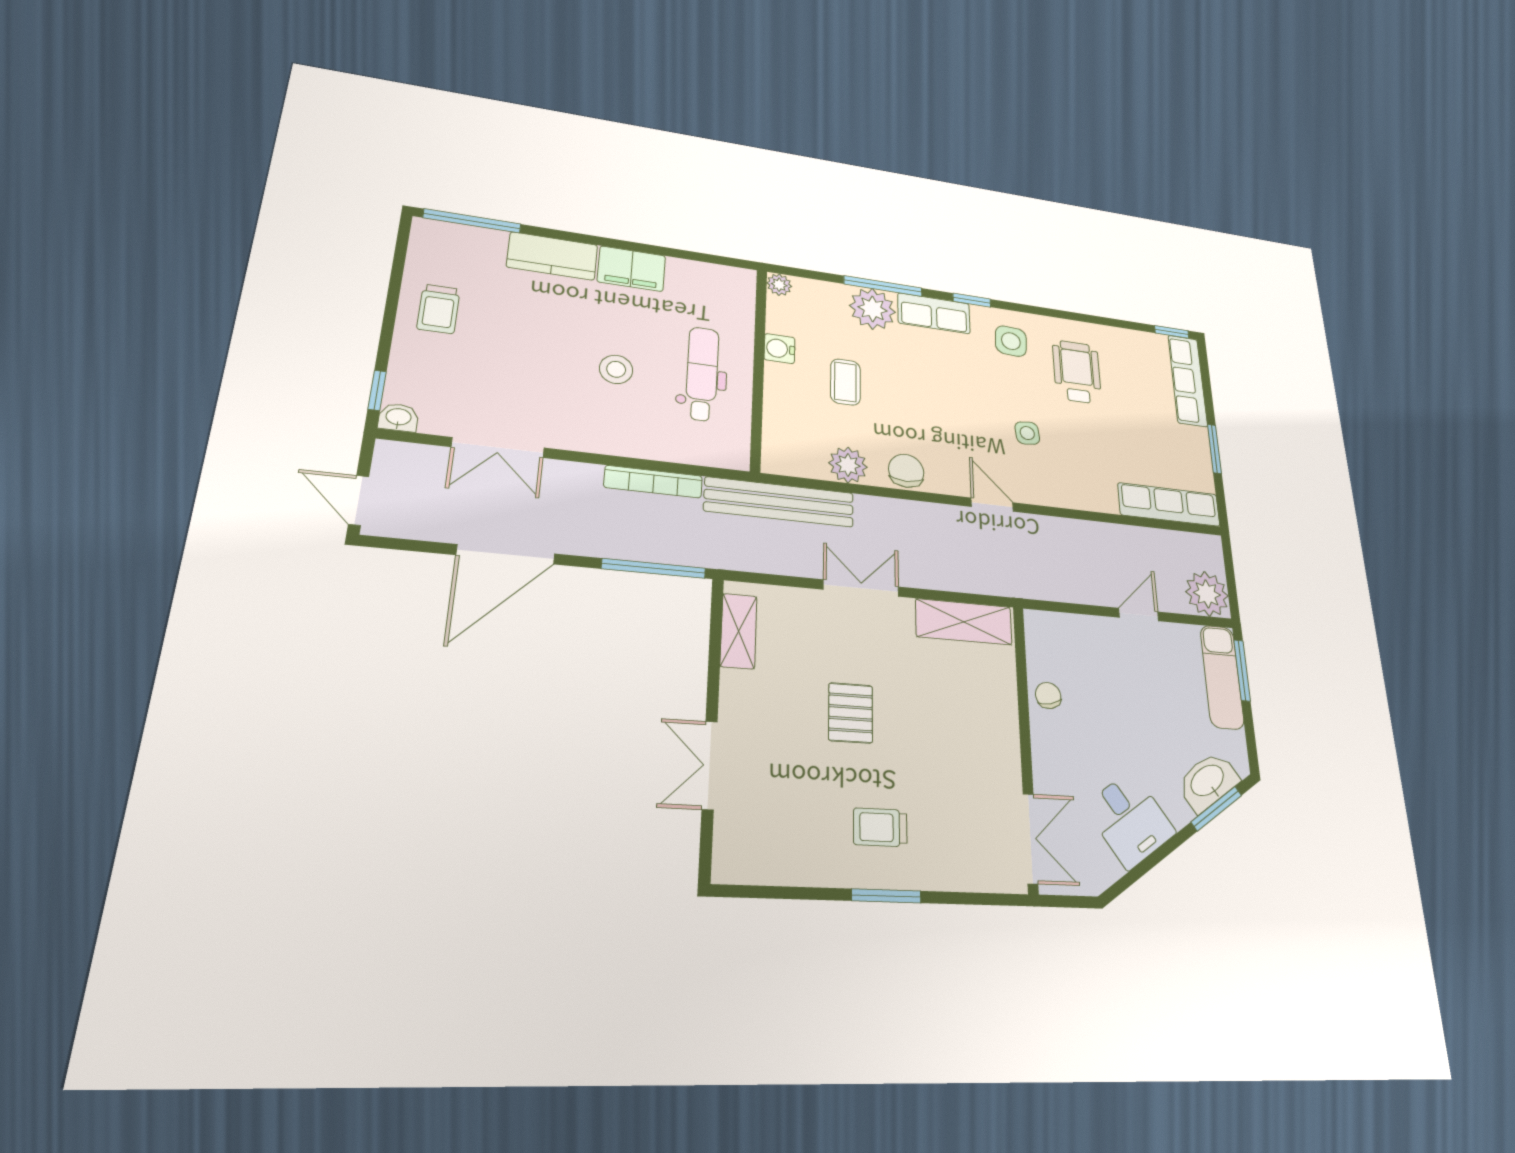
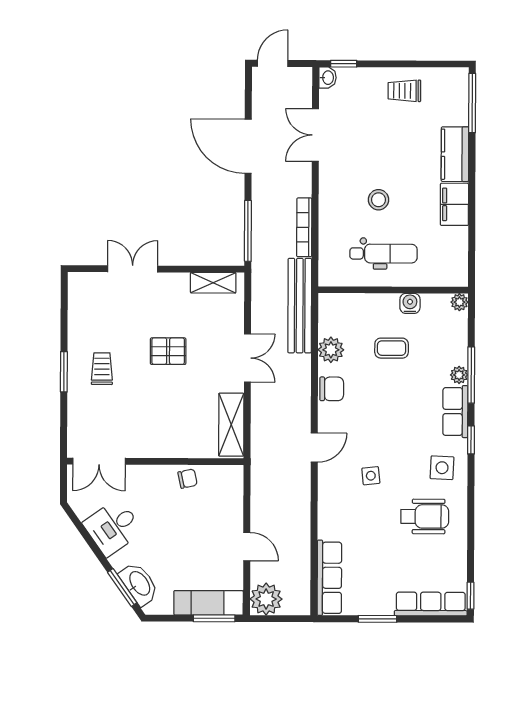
plant: (873, 309) -> (459, 375), width x0.53, depth x0.53

